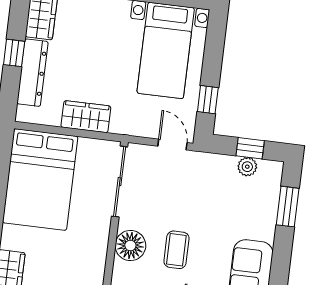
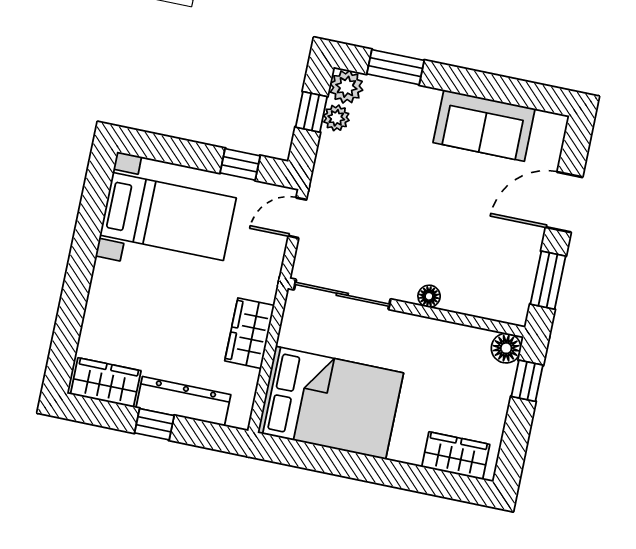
plant: (270, 172) -> (346, 87), added
floor lamp: (130, 245) -> (429, 296), width x0.53, depth x0.53
coffee table: (176, 250) -> (442, 224), removed

